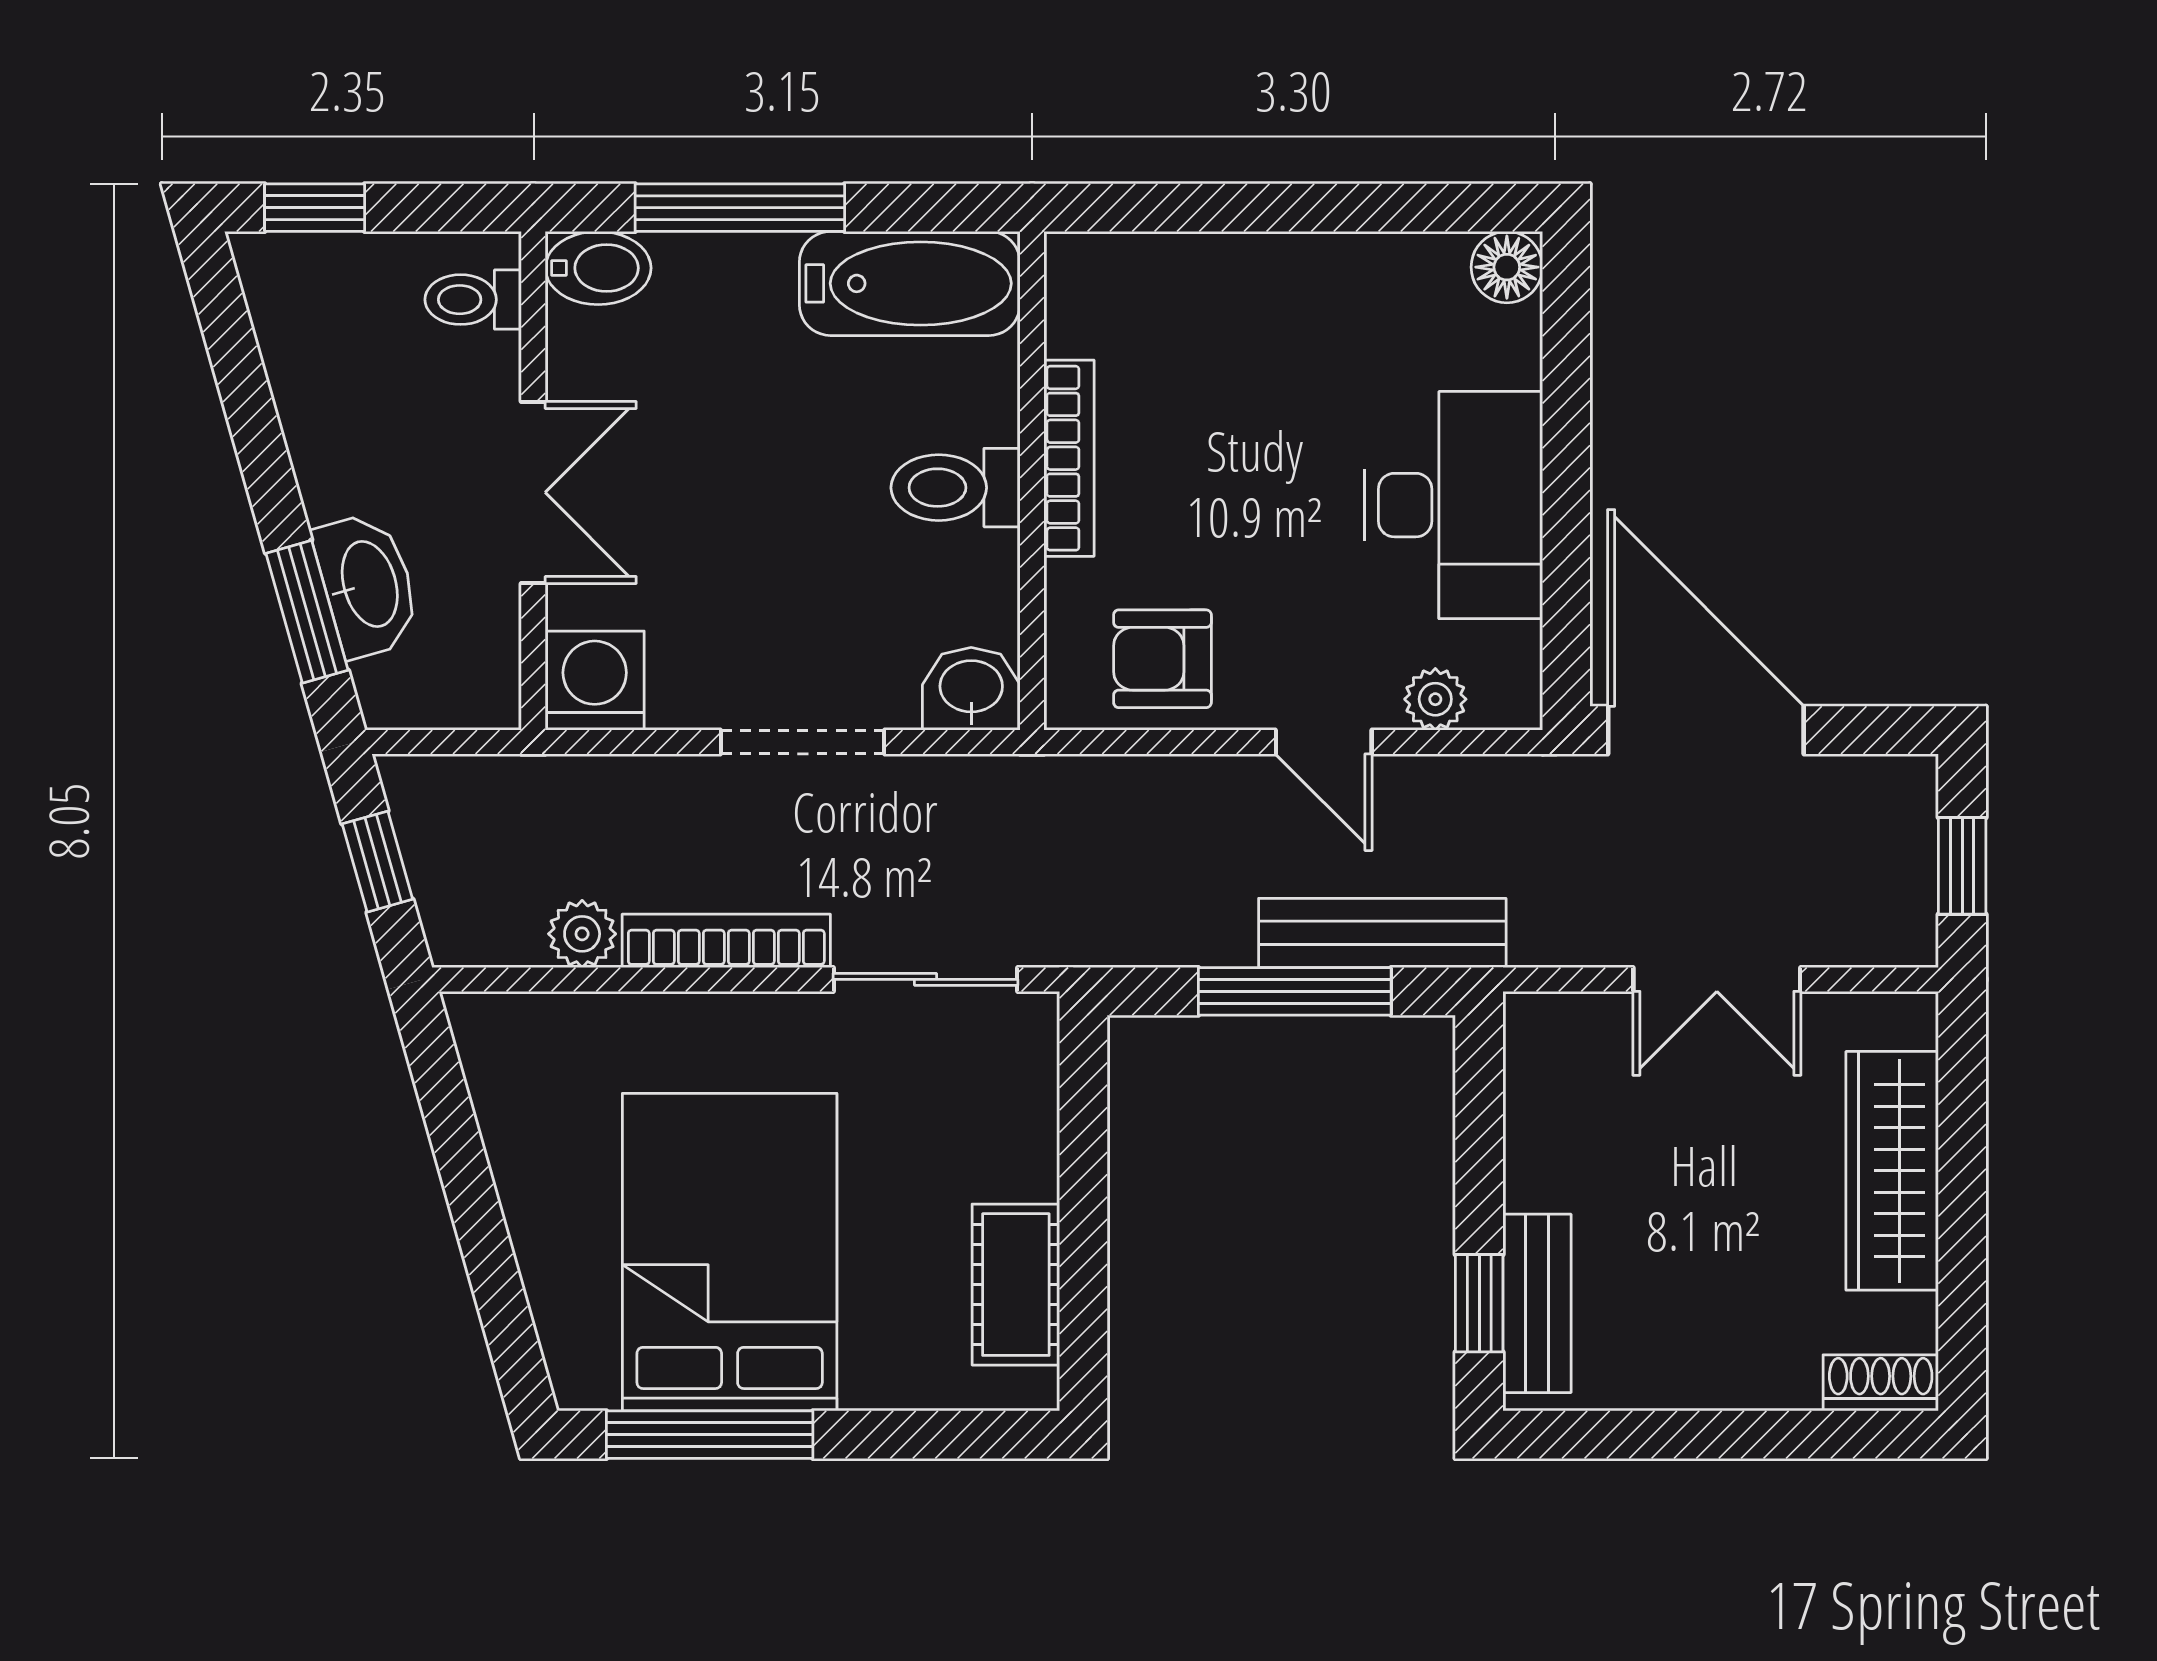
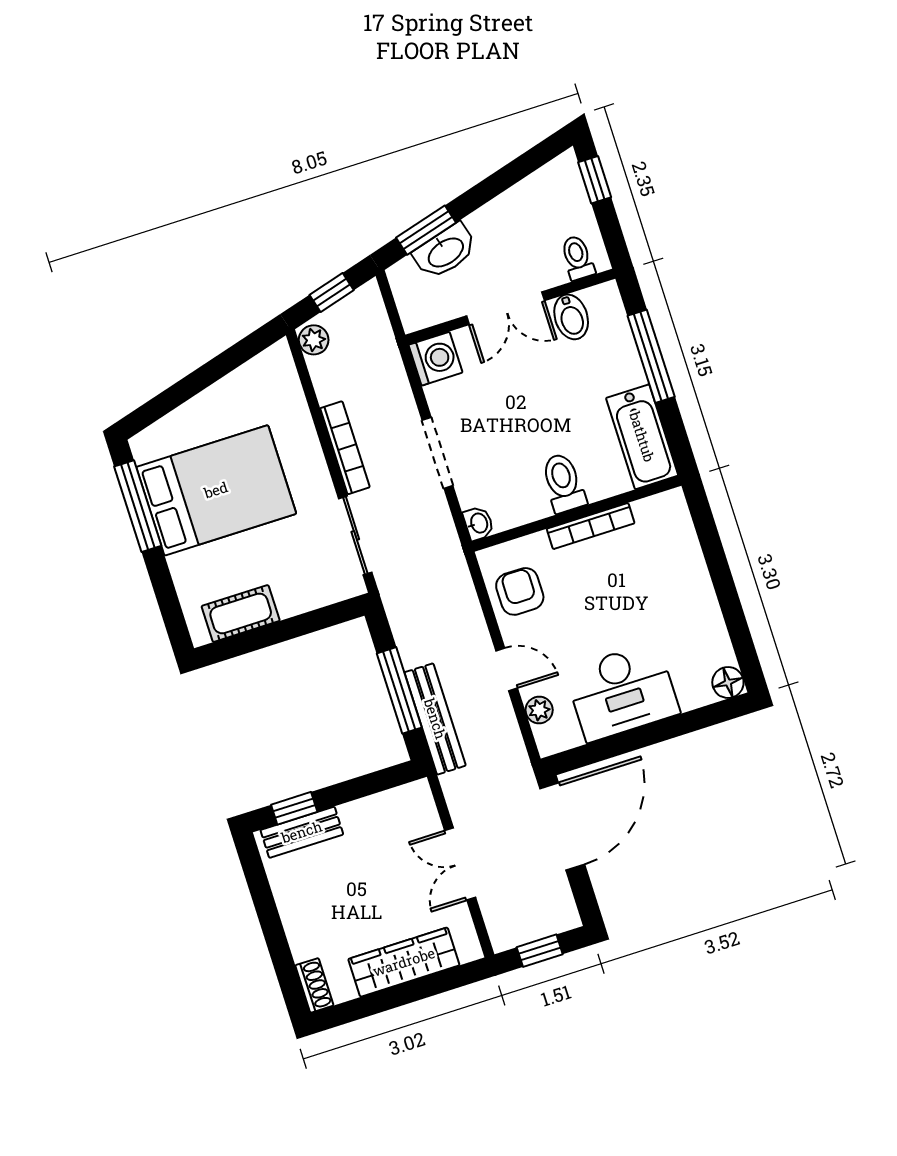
bidet: (598, 268) -> (571, 317), moved
washbasin: (971, 689) -> (478, 523), width x0.72, depth x0.69
door: (1324, 742) -> (507, 669), swing flipped
plant: (582, 934) -> (314, 340), moved

